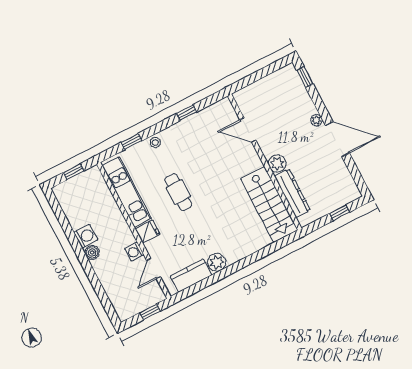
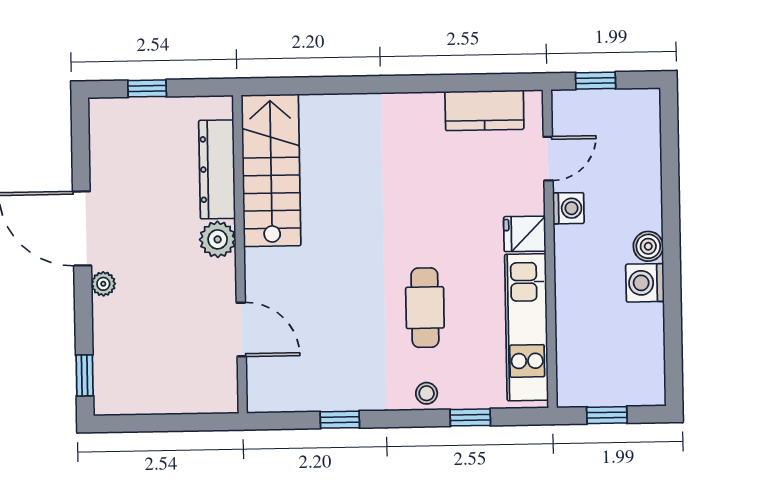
cafe table: (178, 192) -> (425, 308), moved
plant: (217, 262) -> (424, 111), removed

